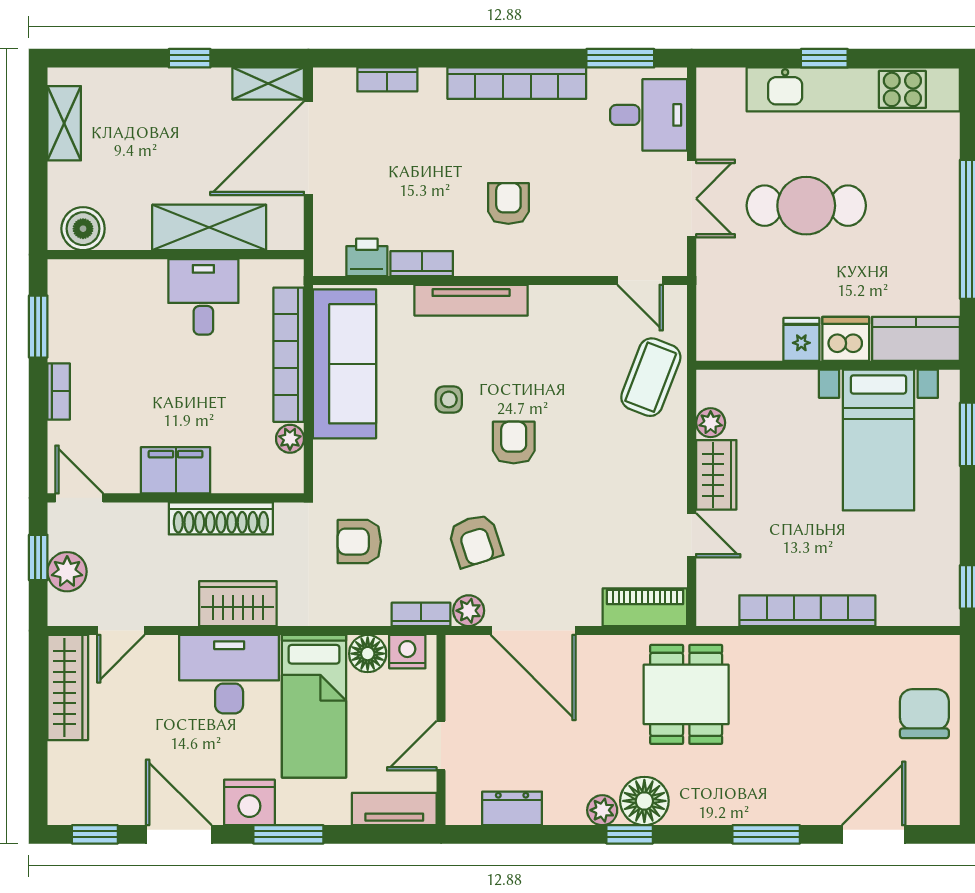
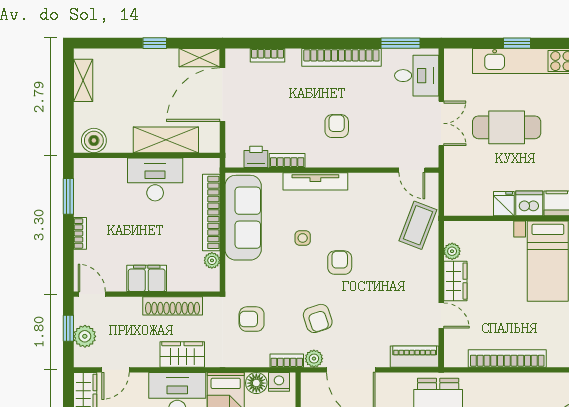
desk: (203, 297) -> (155, 179), width x1.37

